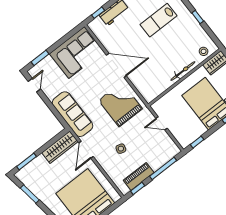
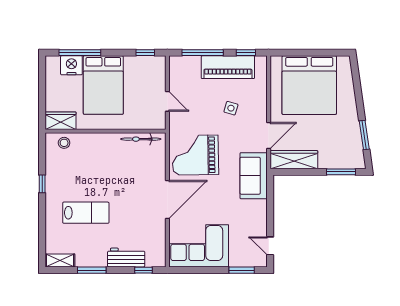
door: (116, 65) -> (167, 200), swing flipped
bicycle: (183, 71) -> (141, 139), moved
door: (34, 85) -> (270, 246), hinge flipped
grand piano: (120, 105) -> (195, 155), turned 89
sofa: (73, 114) -> (254, 176), width x0.73
piano: (139, 176) -> (228, 67), width x1.37, depth x1.33

